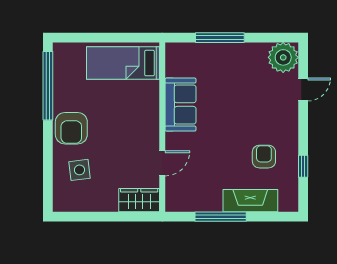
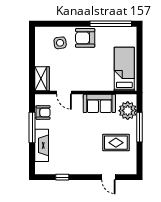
plant: (283, 57) -> (128, 111), moved
rug: (246, 77) -> (116, 143), added
armchair: (264, 157) -> (43, 112), moved

